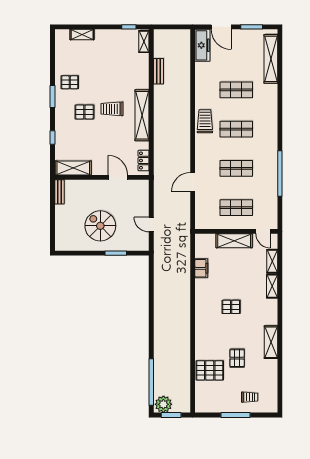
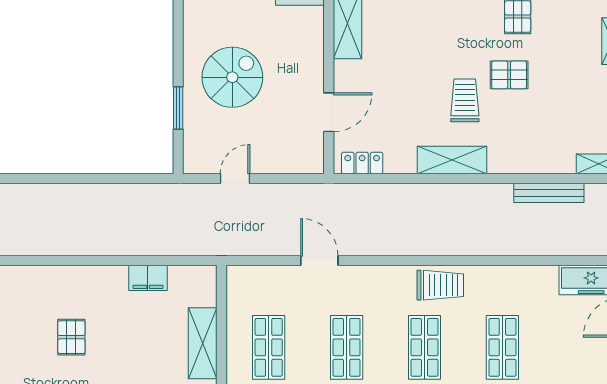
bench: (159, 71) -> (549, 193), width x1.36
pallet: (84, 112) -> (509, 75), moved, turned 90
shelving: (142, 115) -> (452, 160), width x0.68

